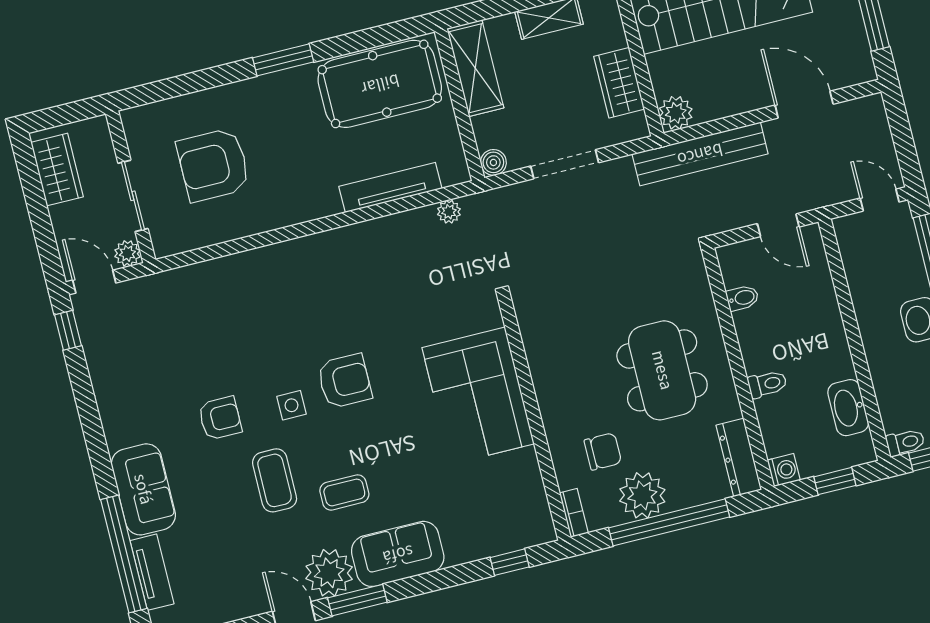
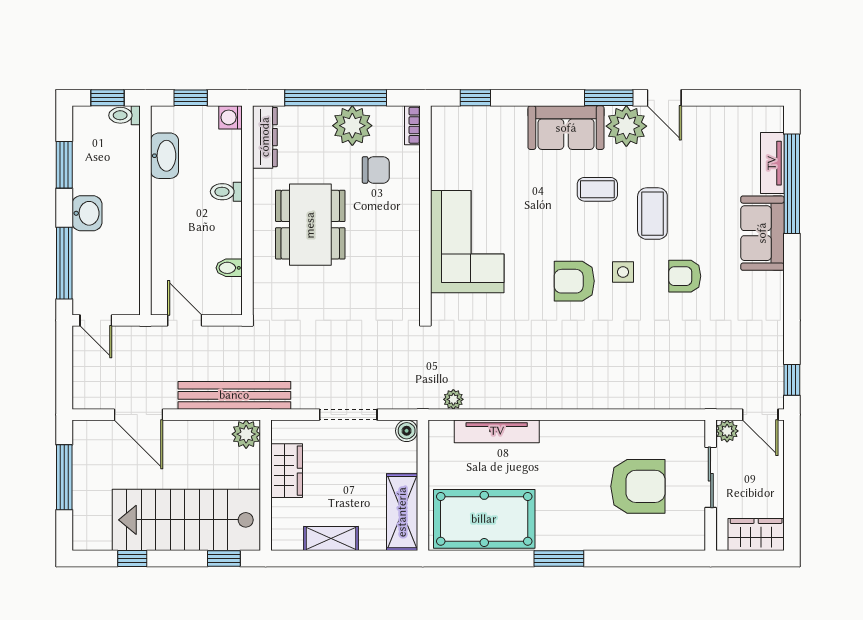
wardrobe: (57, 170) -> (756, 535), moved, turned 90
chair: (603, 451) -> (376, 170), turned 180

